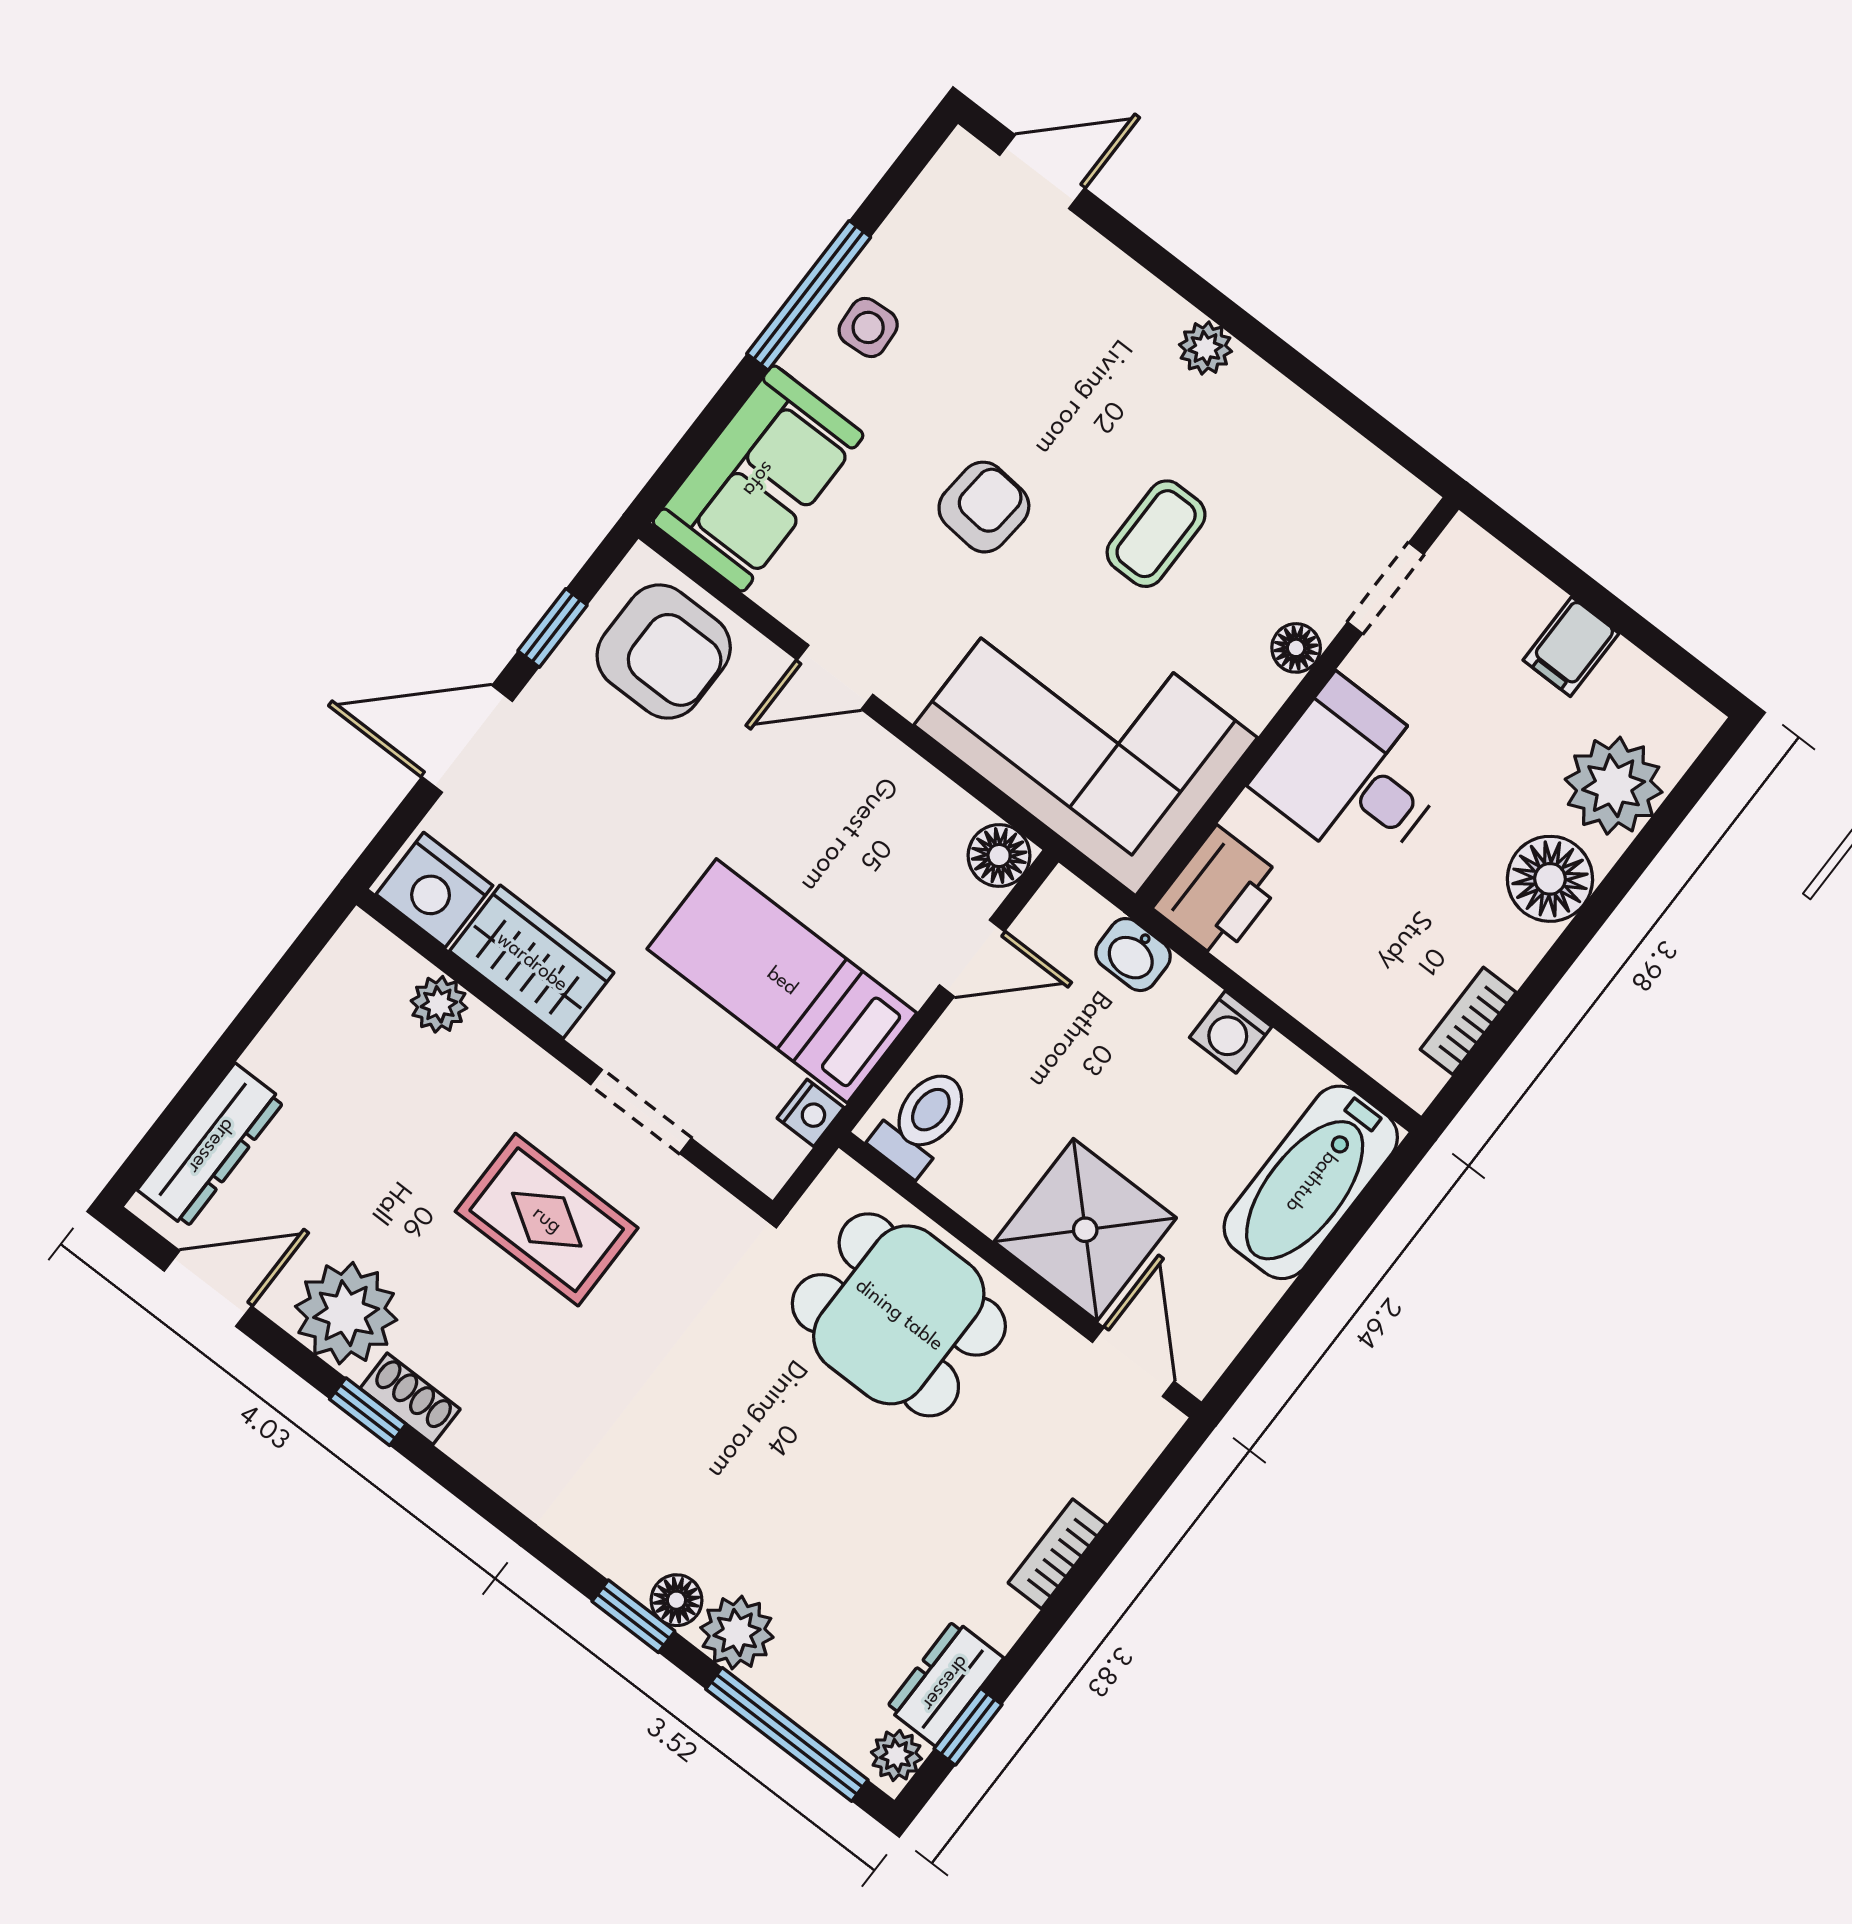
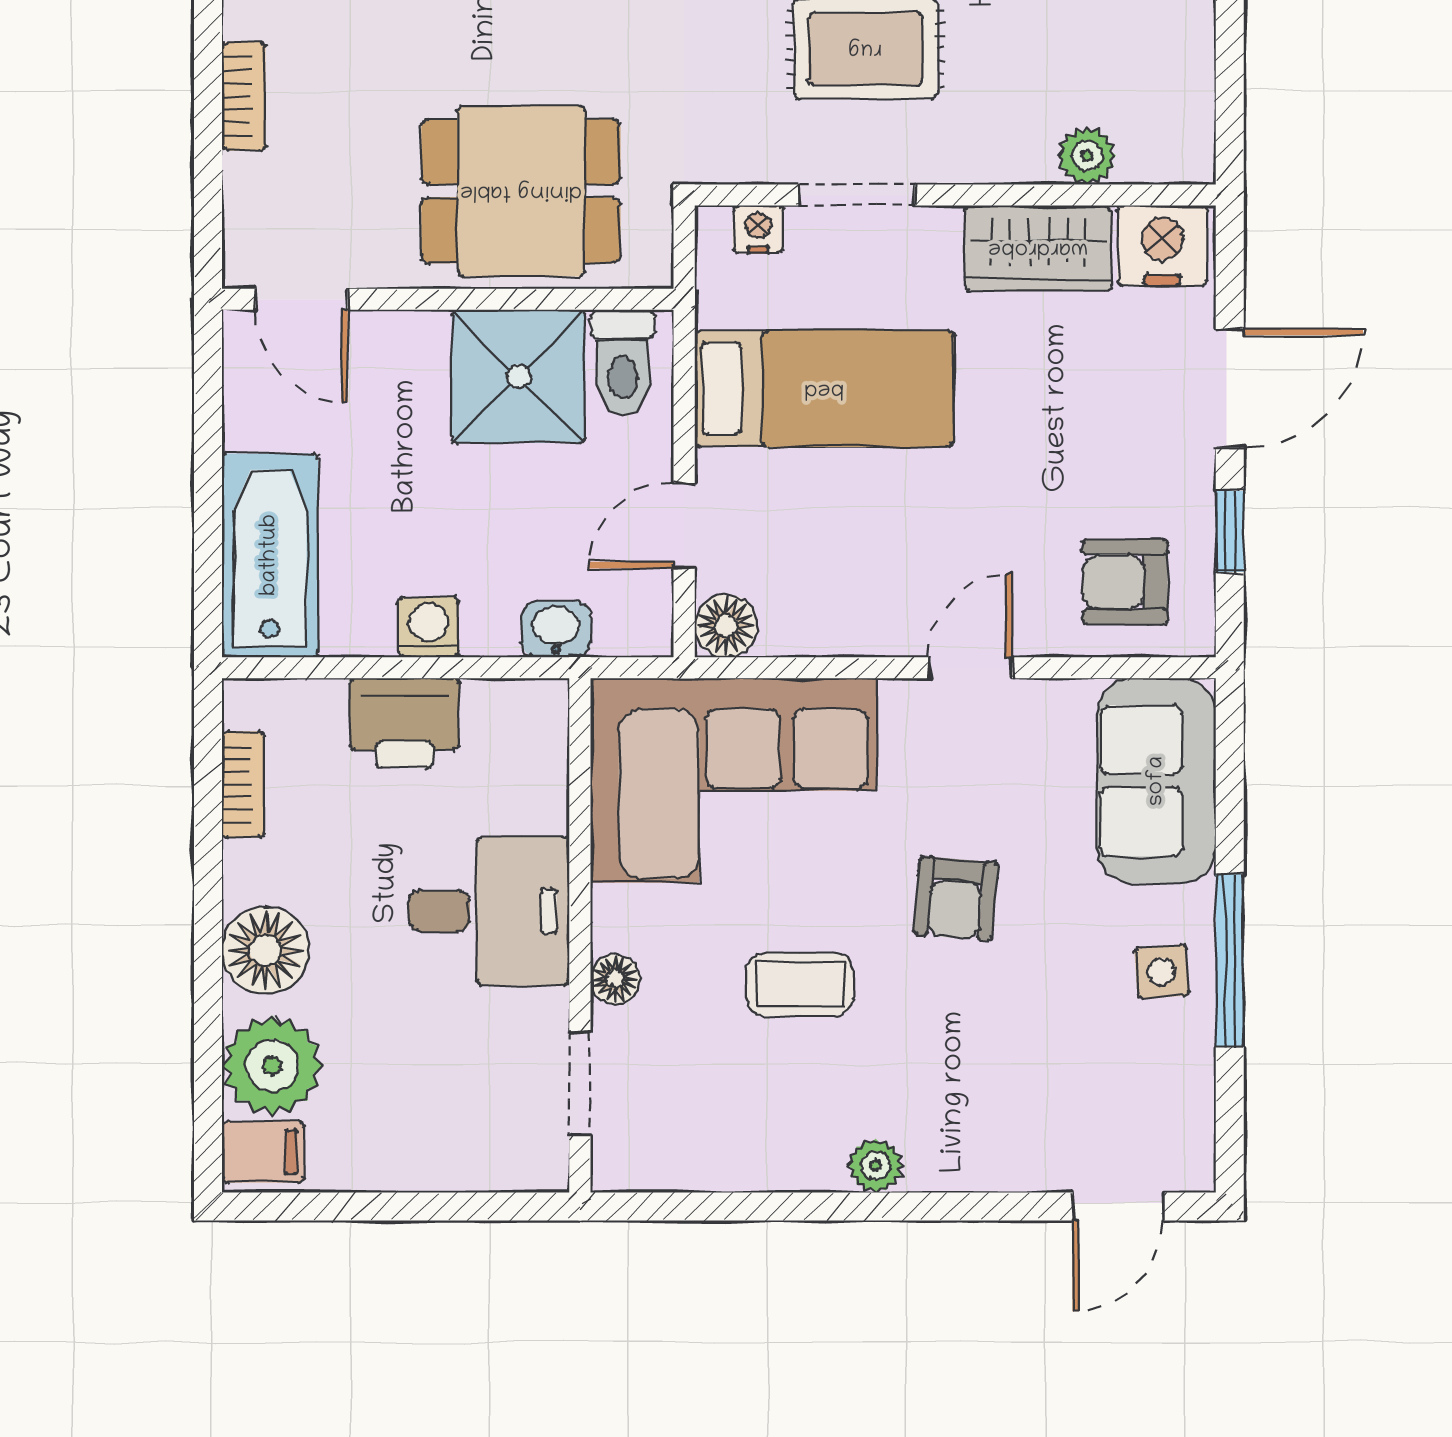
coffee table: (1156, 534) -> (800, 984), turned 90
filing cabinet: (1571, 647) -> (263, 1152), moved, turned 90
armchair: (664, 652) -> (1125, 582), width x0.72, depth x0.72
printer: (1219, 893) -> (405, 723), moved, turned -90
nightstand: (811, 1113) -> (758, 229), moved, turned 90
shower: (1085, 1230) -> (519, 376), moved

